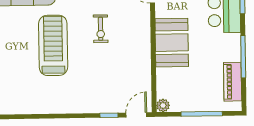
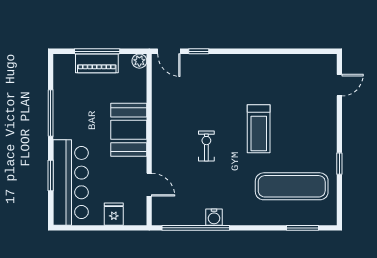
treadmill: (53, 45) -> (259, 129), width x0.73, depth x0.73
piano: (233, 82) -> (97, 63), moved, turned 90
door: (136, 115) -> (169, 51), hinge flipped

